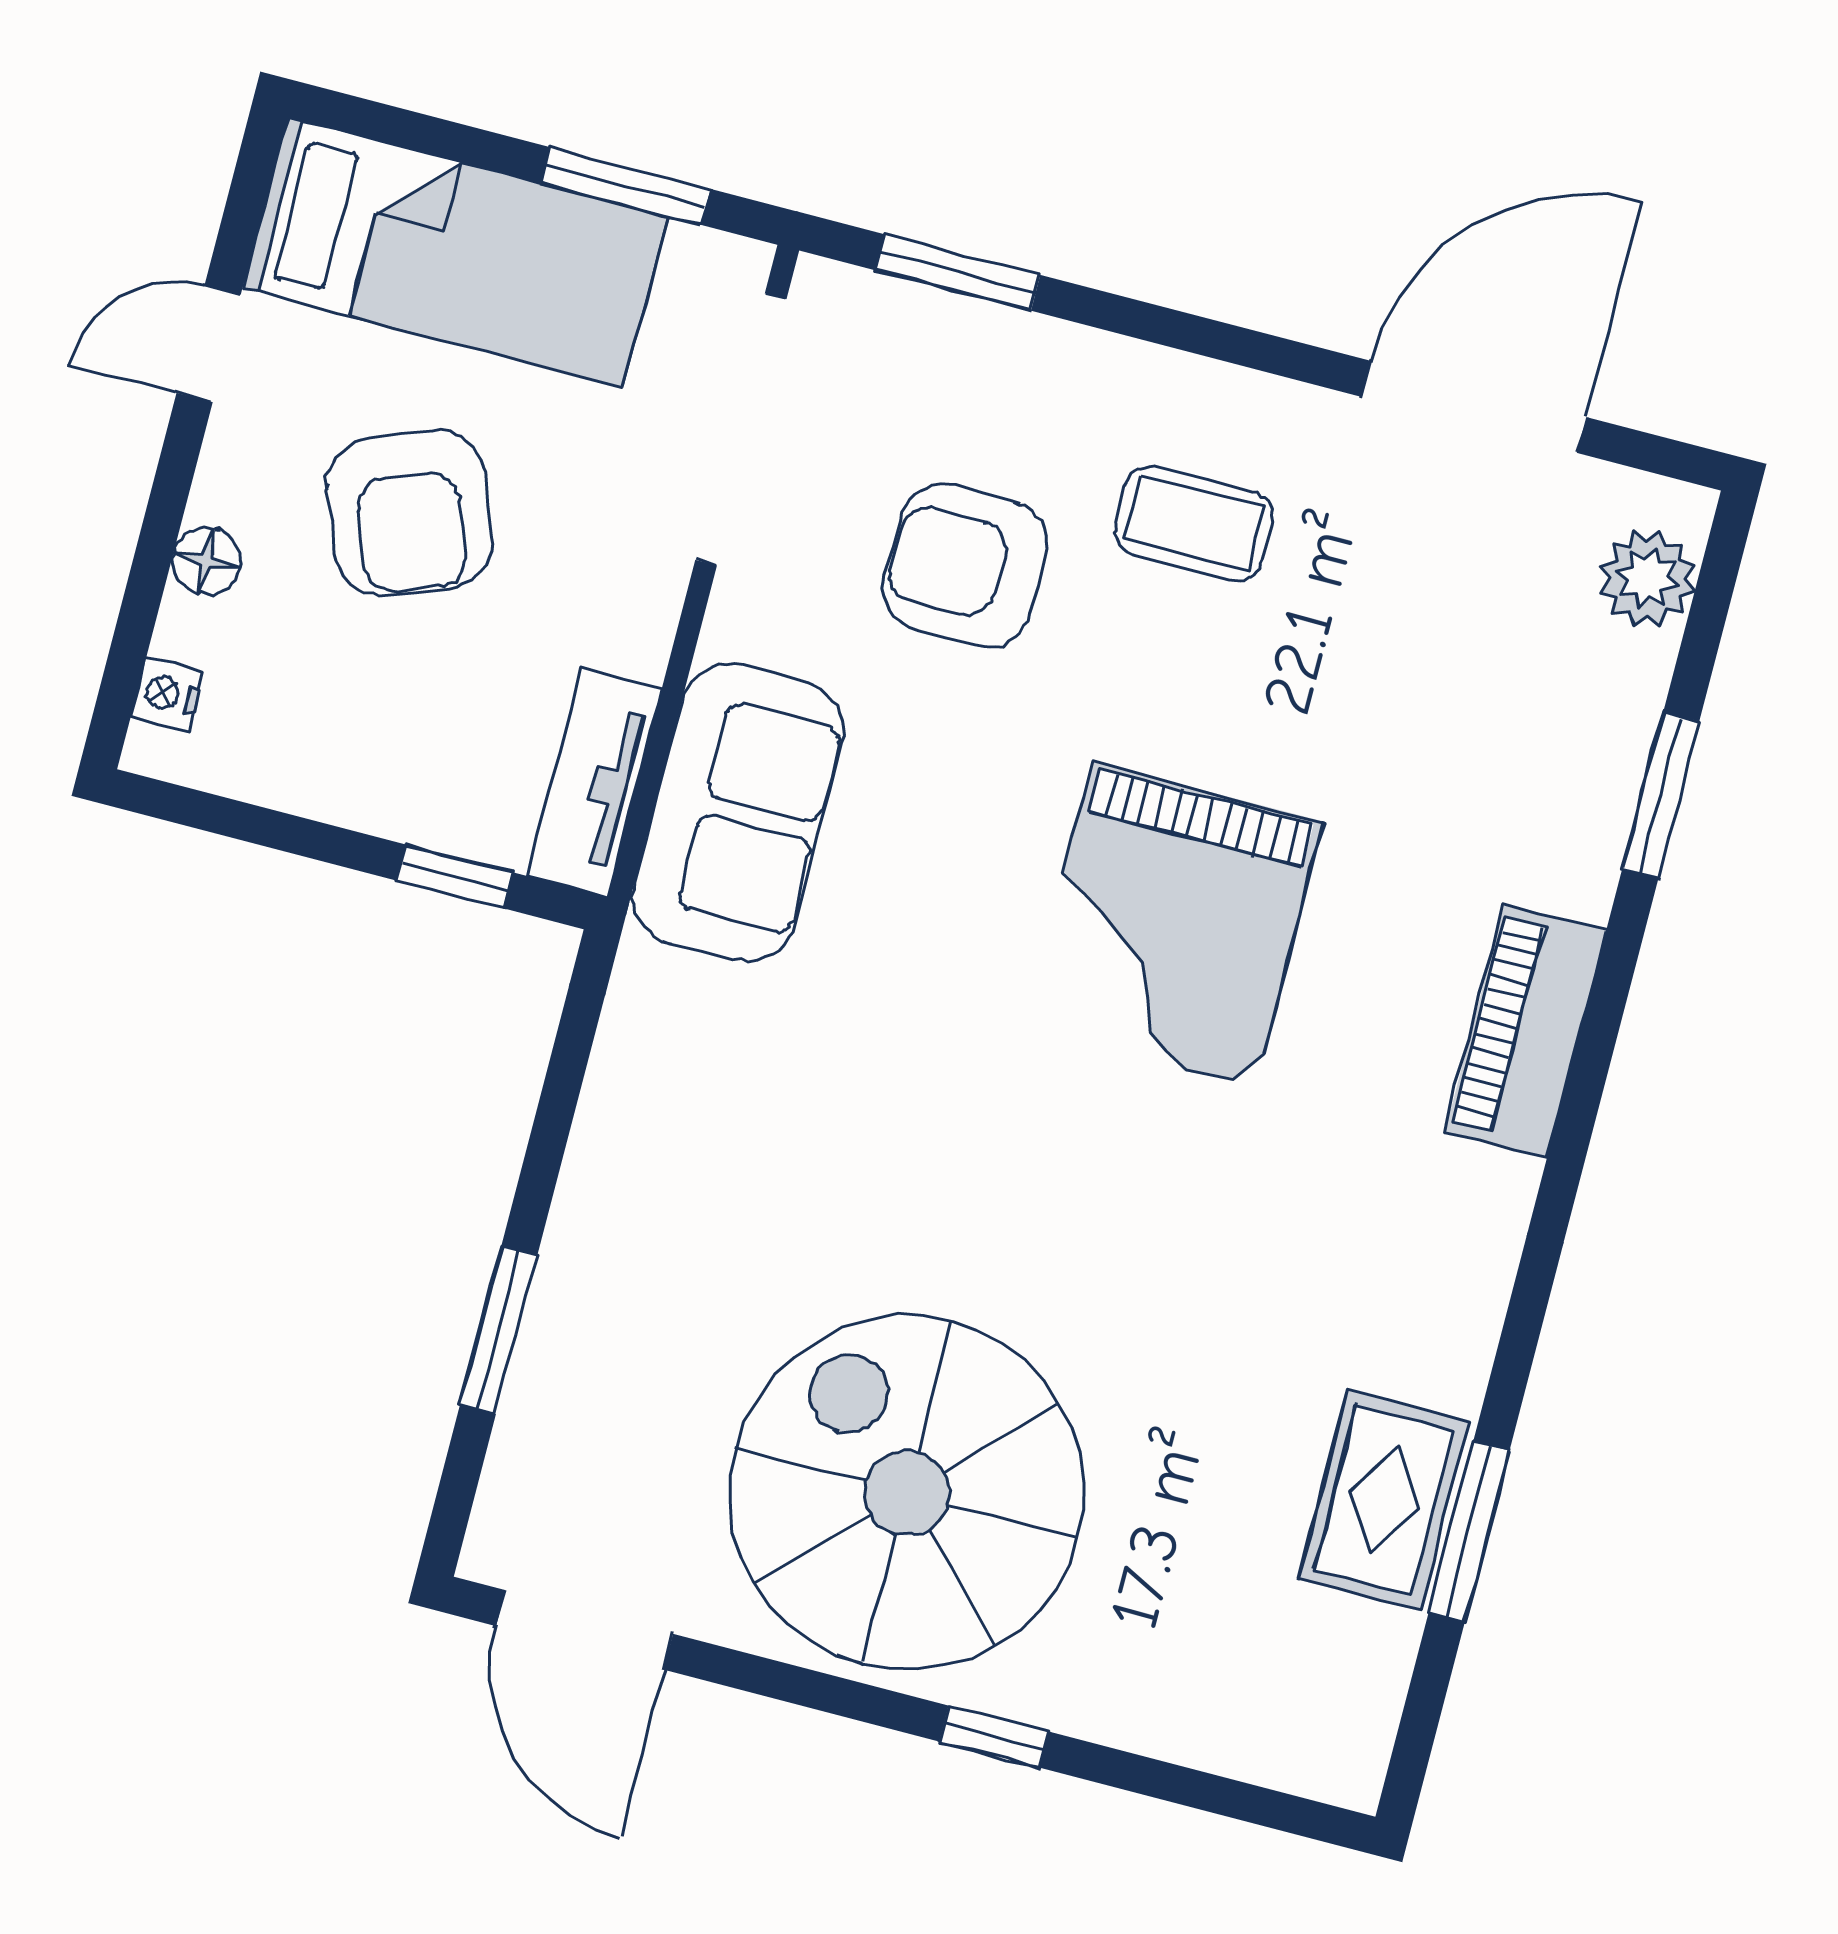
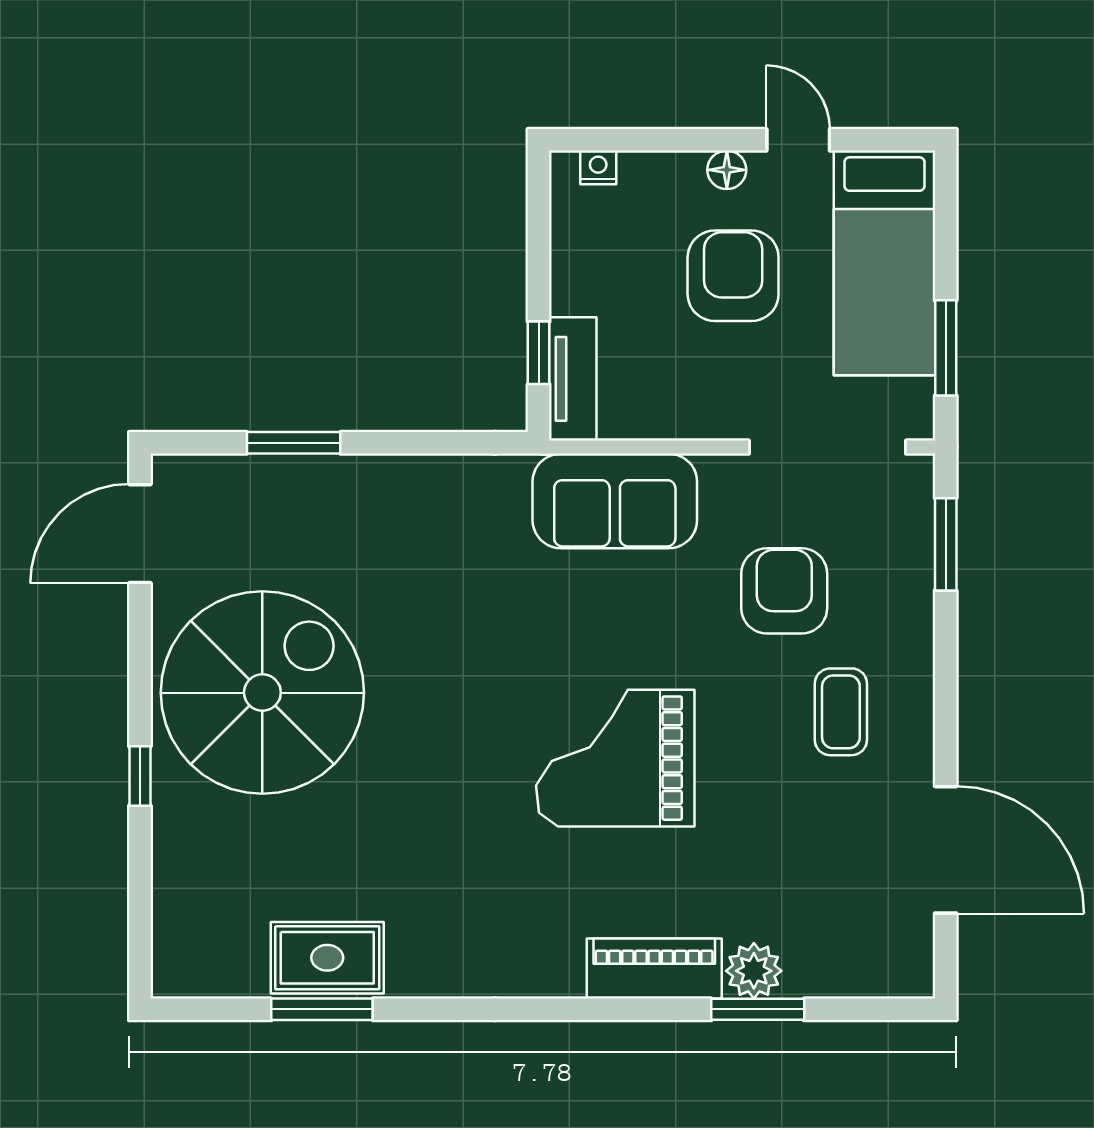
armchair: (410, 514) -> (733, 276), turned 111
floor lamp: (206, 561) -> (727, 170), moved
plant: (1647, 579) -> (754, 971), moved
tv unit: (595, 782) -> (573, 379), moved, turned 90
piano: (1526, 1031) -> (654, 969), moved

